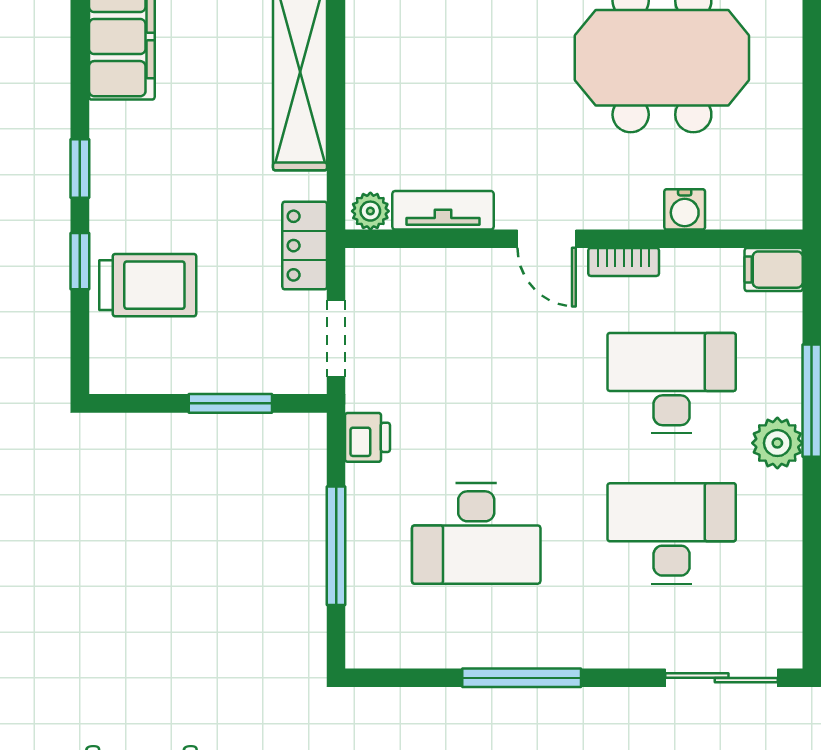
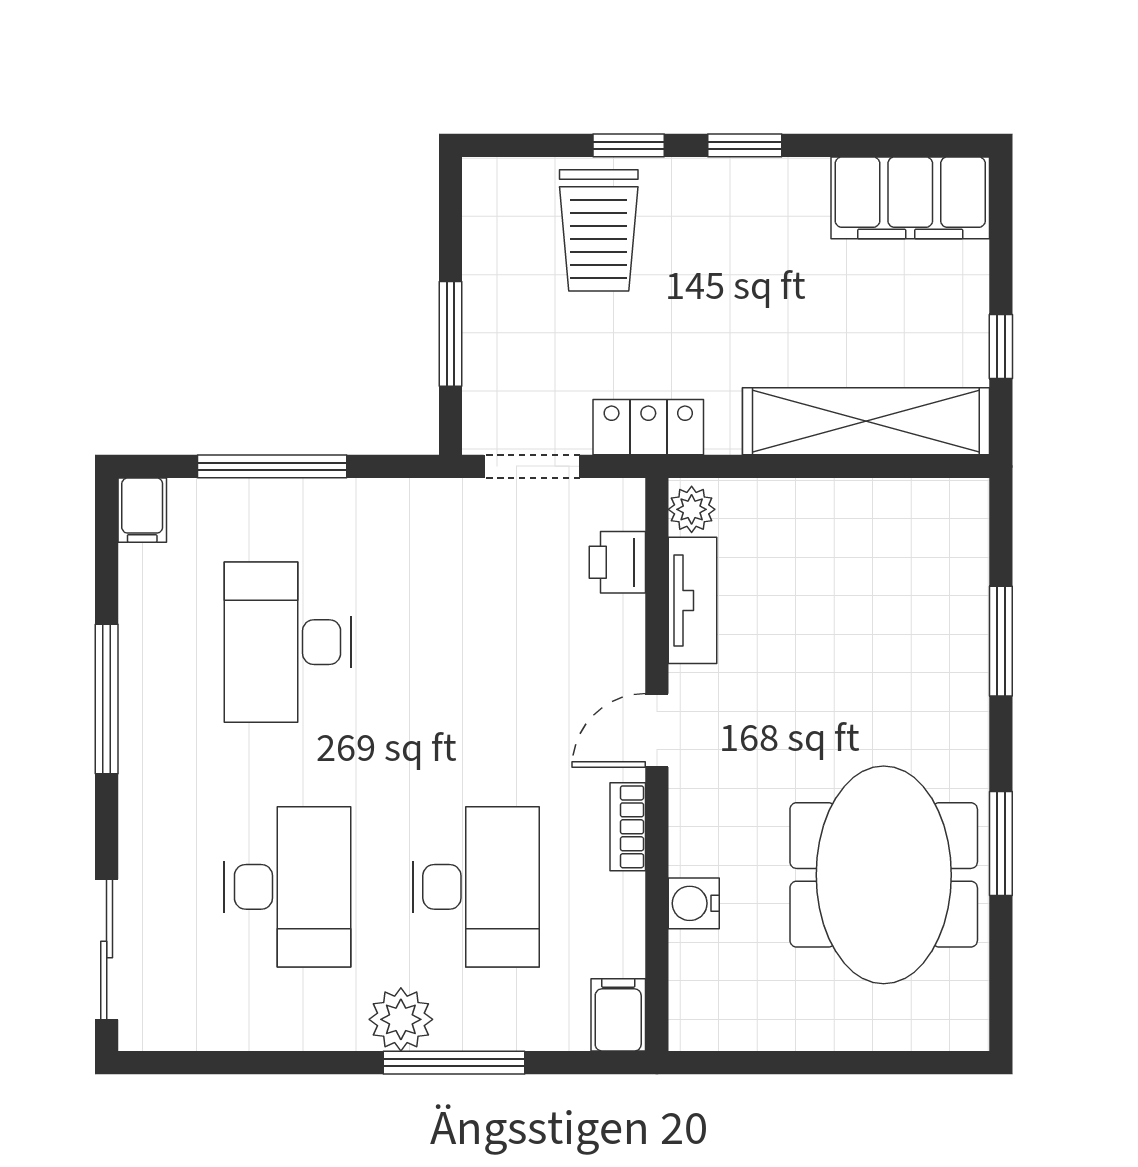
printer: (368, 437) -> (617, 562), moved, turned 90
filing cabinet: (371, 649) -> (142, 510), added

